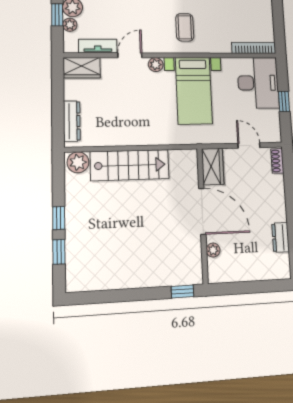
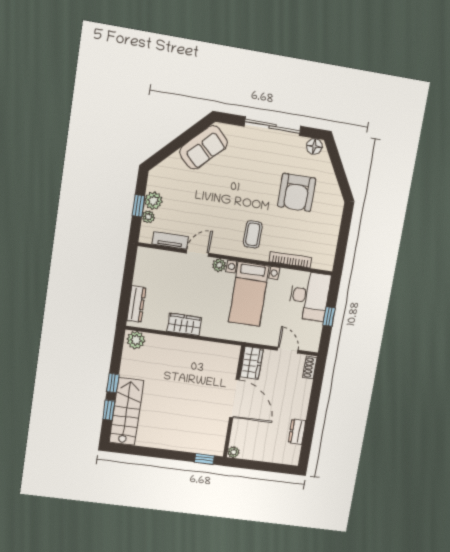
bookcase: (254, 48) -> (290, 260), moved
wardrobe: (82, 68) -> (184, 324), moved, turned 180
stairs: (130, 165) -> (126, 412), moved, turned -90
plant: (213, 250) -> (233, 452), moved

